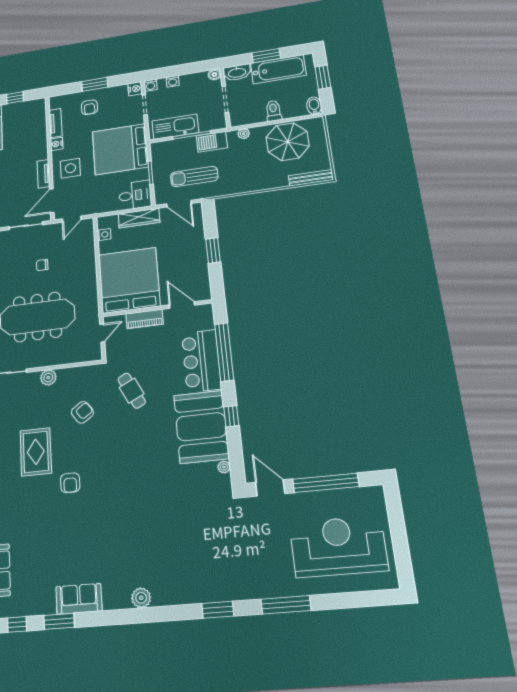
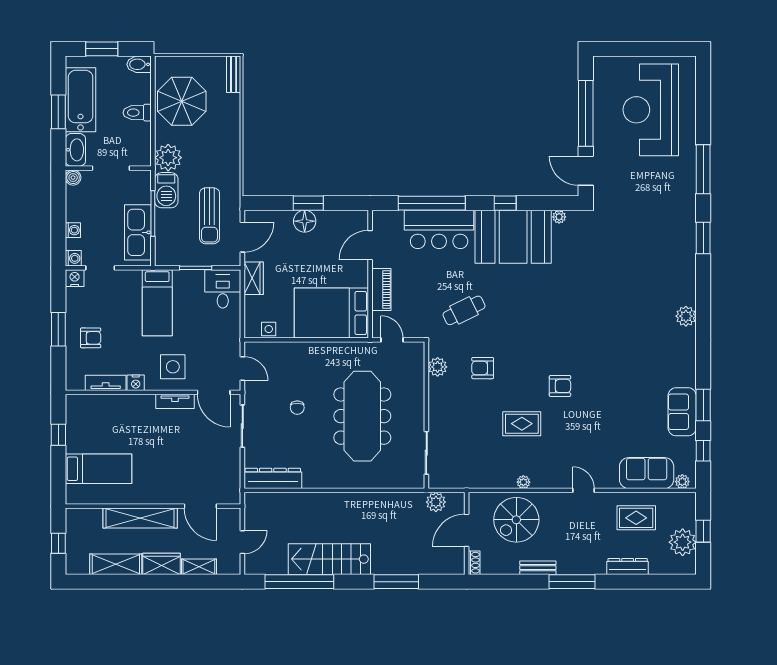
plant: (244, 134) -> (168, 158), width x1.87, depth x1.87
bed: (120, 149) -> (157, 303), width x0.49
bench: (311, 178) -> (234, 74), width x0.73
wardrobe: (139, 218) -> (254, 278), width x0.67
floor lamp: (197, 250) -> (305, 221), added
bed: (129, 280) -> (331, 313), width x0.73
plant: (48, 377) -> (438, 367), moved
armchair: (82, 412) -> (483, 368), turned -55
rug: (36, 452) -> (522, 424), width x0.73, depth x0.70
door: (270, 488) -> (586, 171), hinge flipped
sofa: (79, 599) -> (682, 412), moved

